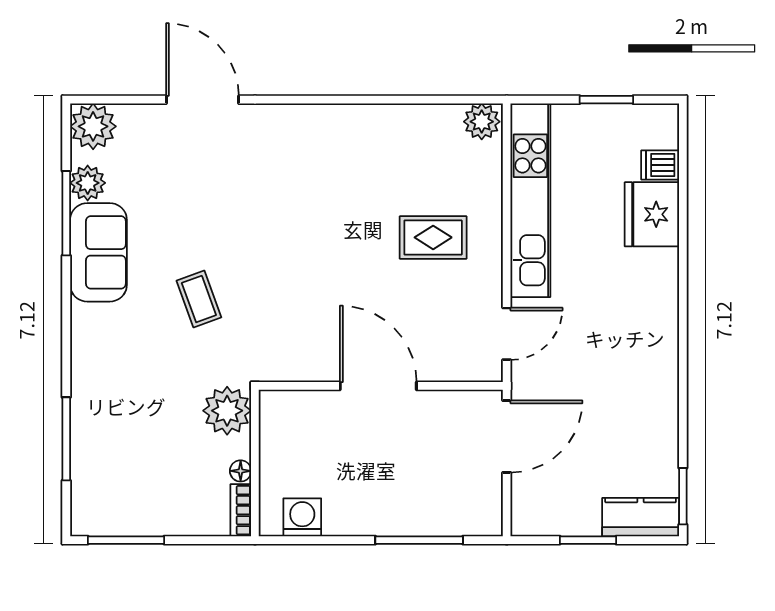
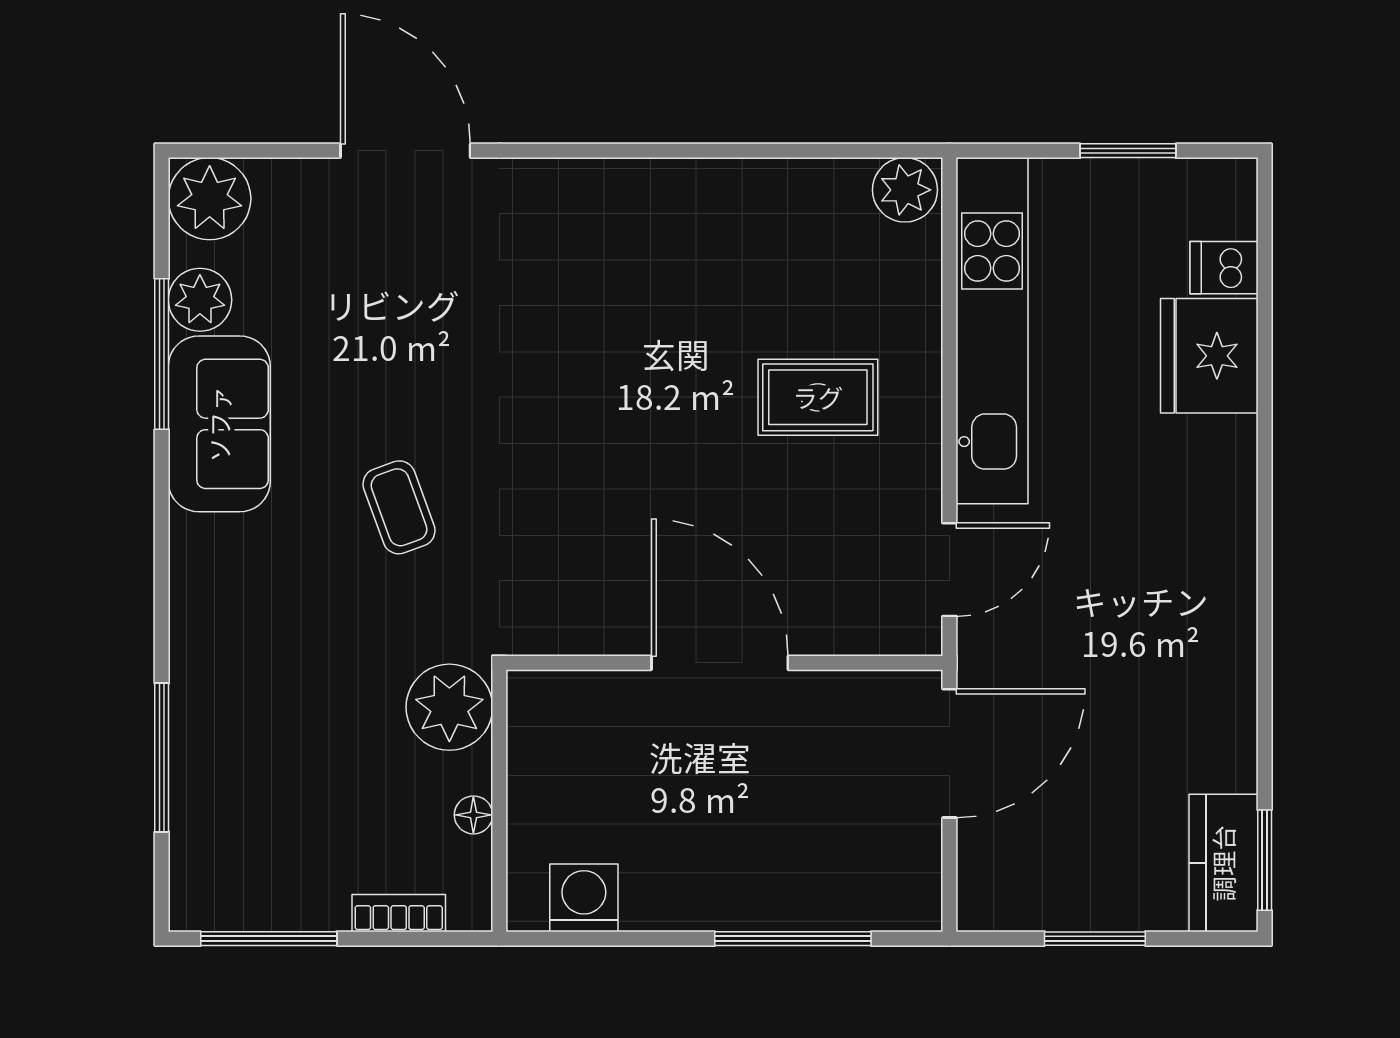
bookcase: (241, 510) -> (399, 913), moved, turned 90
kitchen counter: (641, 517) -> (1223, 863), moved, turned -90

